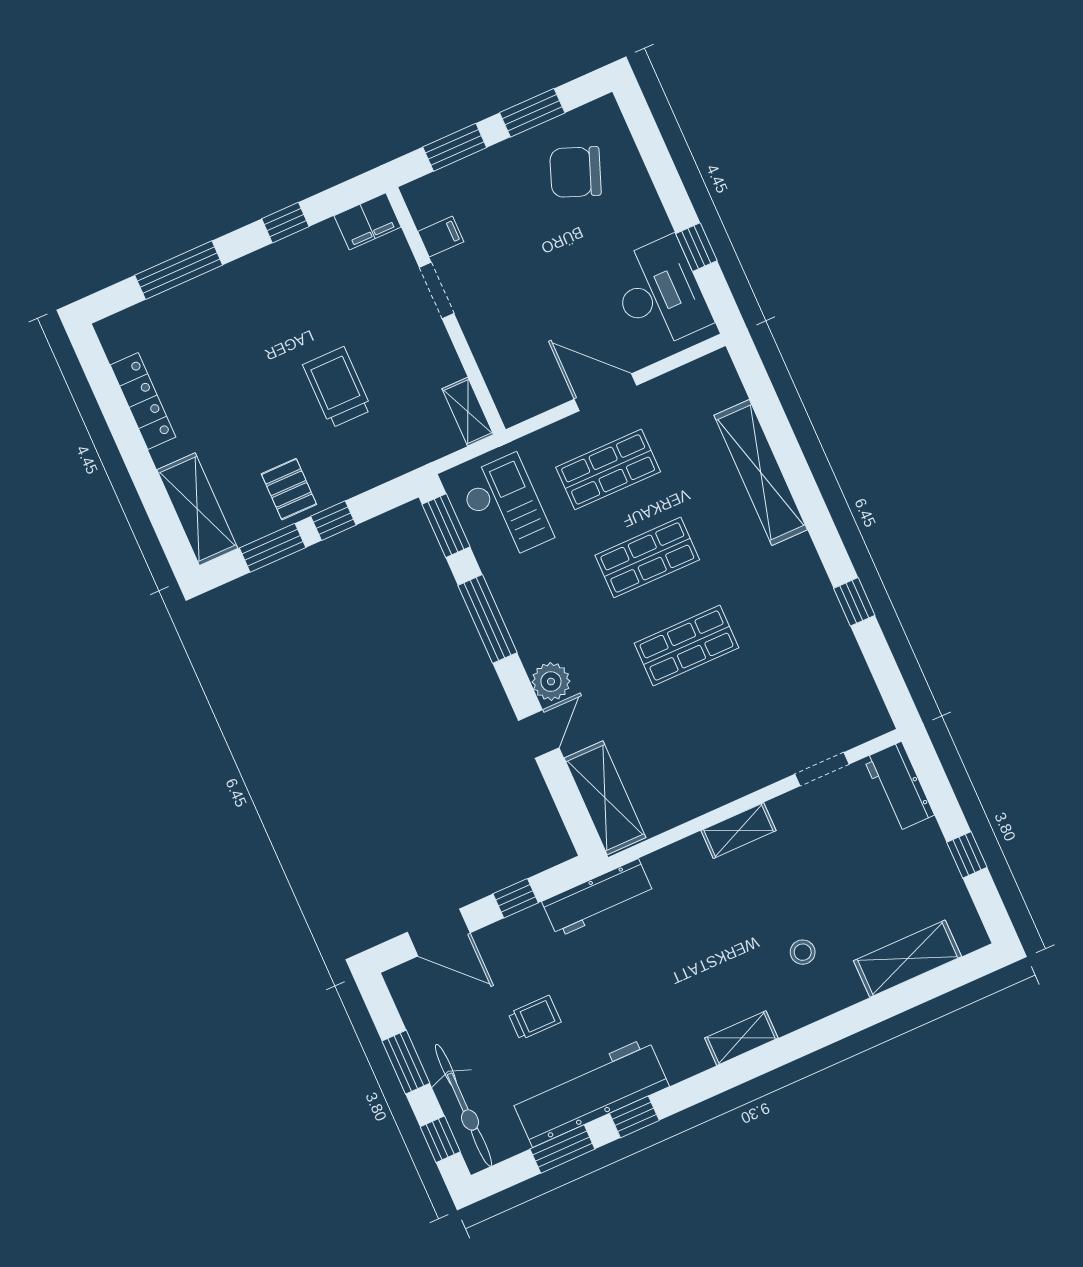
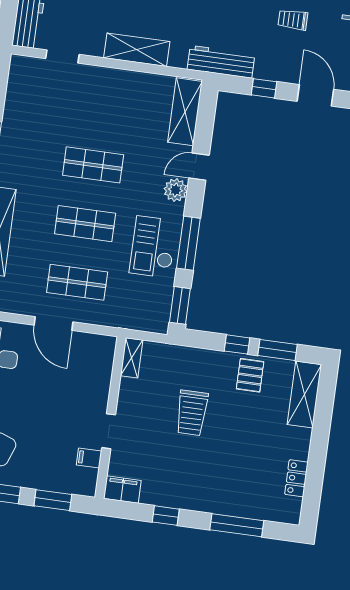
locker: (143, 401) -> (296, 478), width x0.66
checkout: (506, 508) -> (153, 247), moved
shelving: (738, 831) -> (137, 50), width x1.50, depth x1.33

